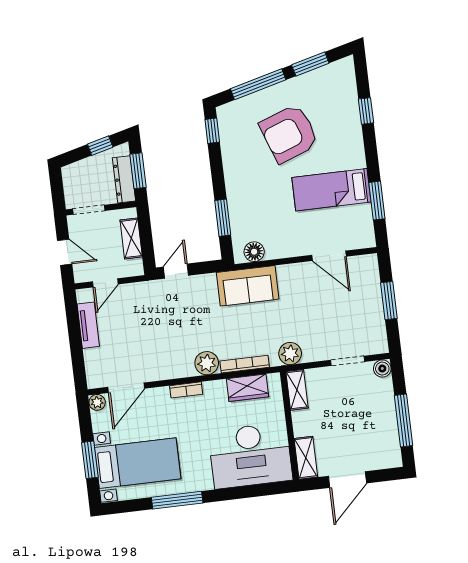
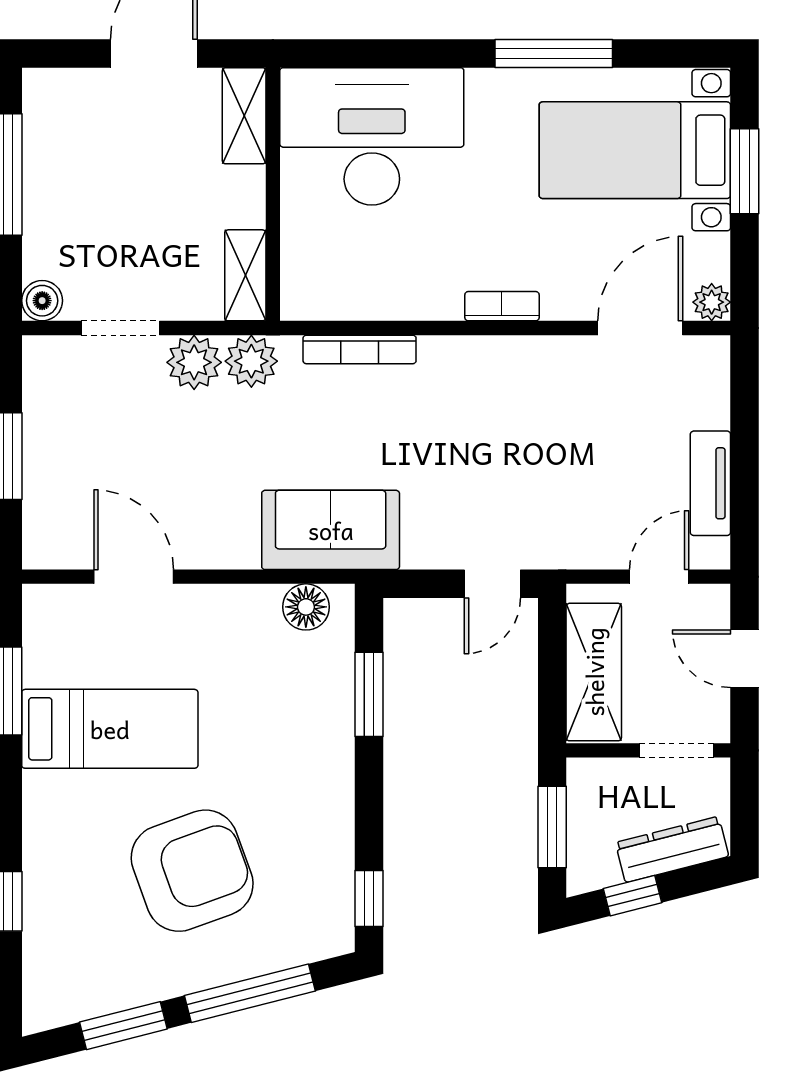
dresser: (124, 179) -> (672, 849), moved, turned -104
shelving: (131, 238) -> (594, 672), width x1.50, depth x1.33
plant: (207, 363) -> (194, 362), moved
wardrobe: (247, 388) -> (360, 294), removed

